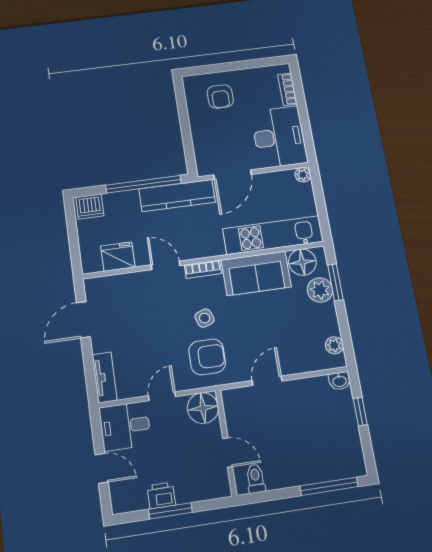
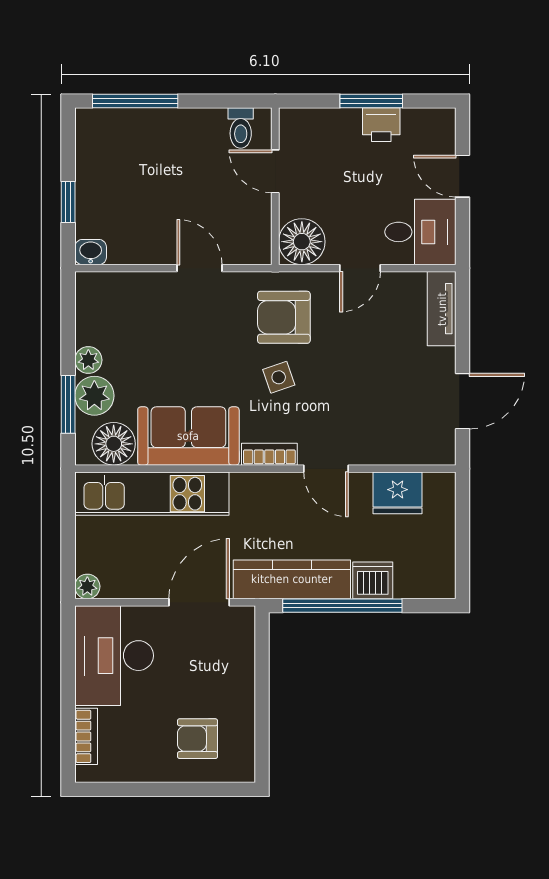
armchair: (220, 96) -> (198, 739), turned -90
dishwasher: (90, 206) -> (373, 580), moved
plant: (334, 345) -> (88, 360), moved
door: (267, 381) -> (200, 268), swing flipped

